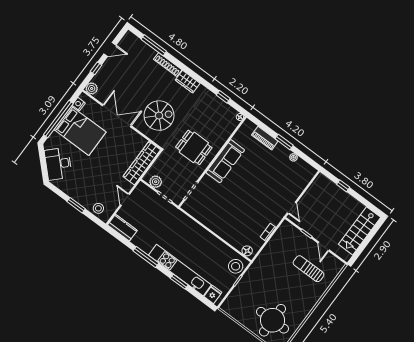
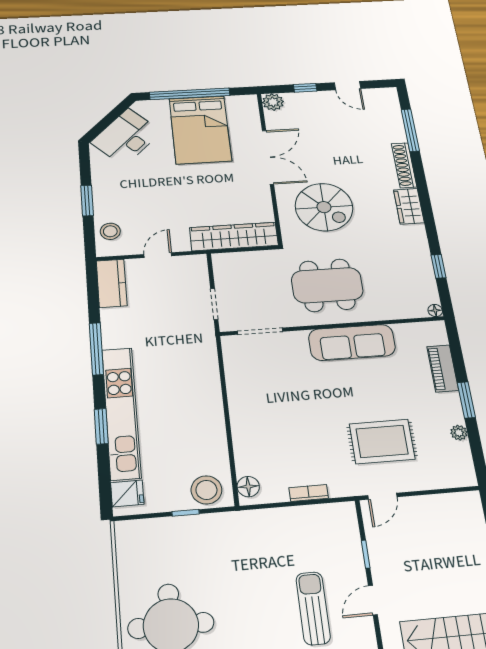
nightstand: (79, 104) -> (235, 102), removed
dining table: (194, 147) -> (327, 285), width x1.38
plant: (156, 182) -> (225, 275), removed
rug: (272, 188) -> (382, 441), added

